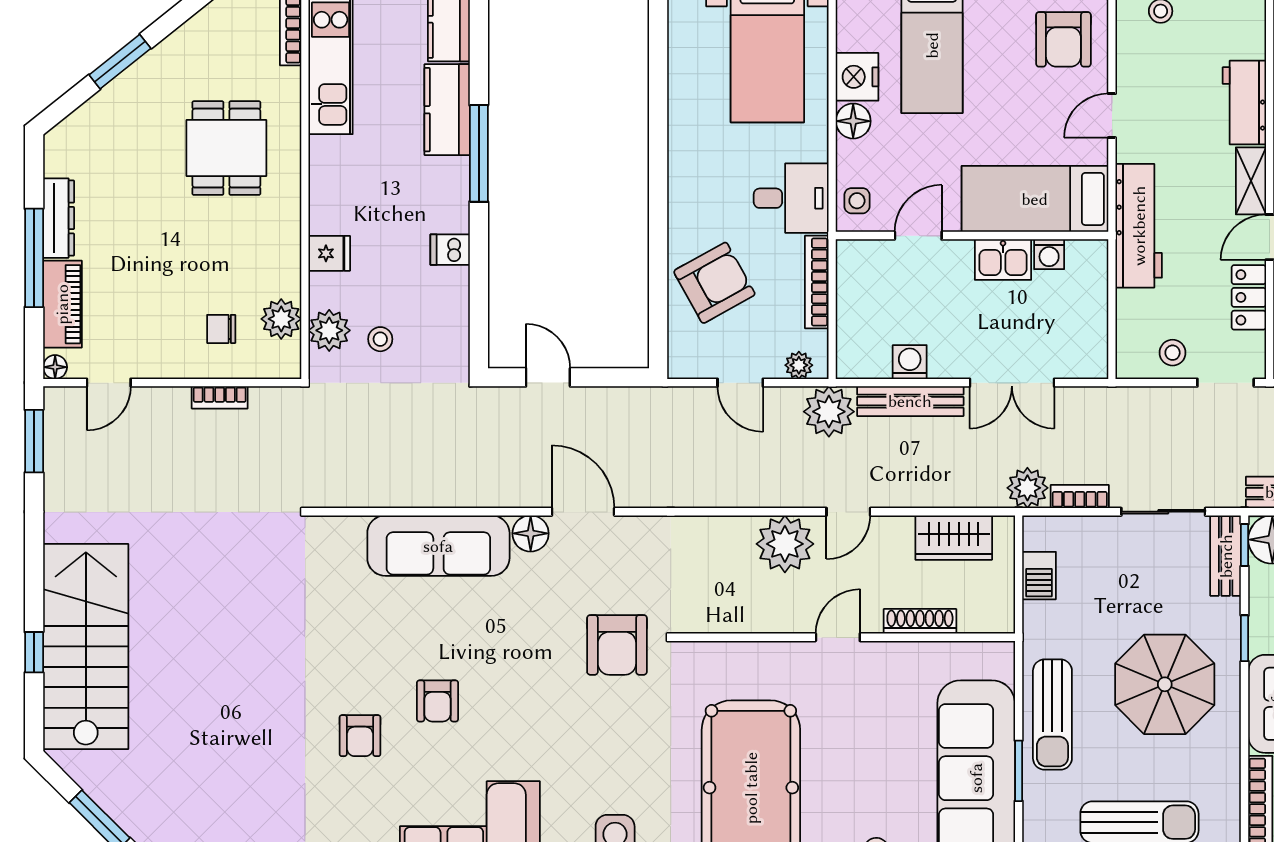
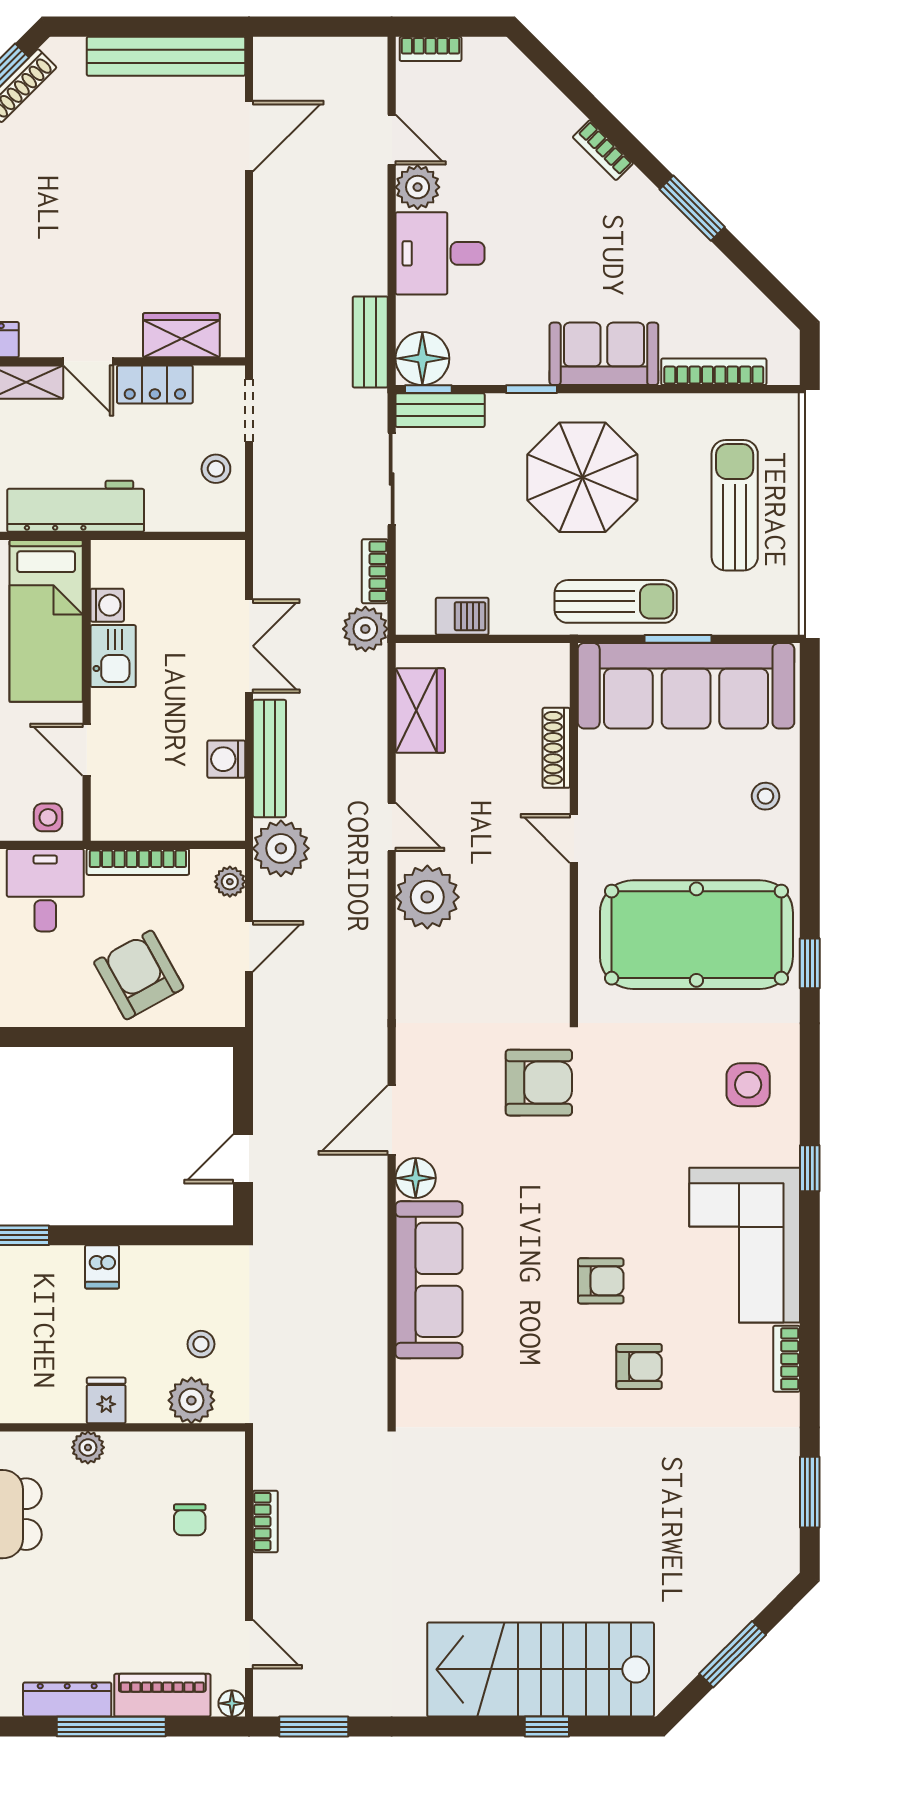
plant: (281, 319) -> (88, 1447), moved, width x0.73, depth x0.73
shoe rack: (920, 621) -> (556, 748), moved
door: (838, 637) -> (574, 839), moved
wall: (845, 637) -> (574, 831), moved

